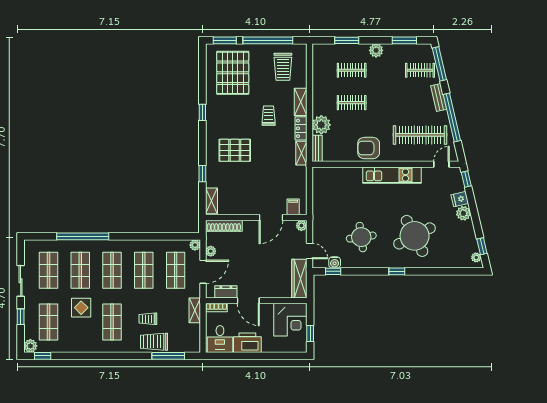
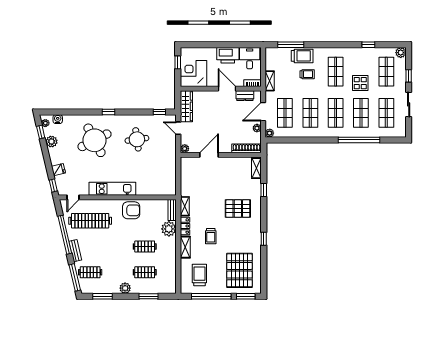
filing cabinet: (293, 207) -> (191, 163), removed
plant: (463, 213) -> (52, 142), moved
water cooler: (335, 262) -> (58, 119), moved
window: (43, 356) -> (368, 45), moved

